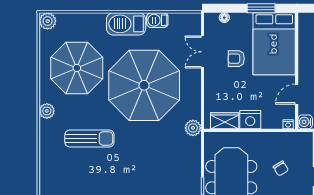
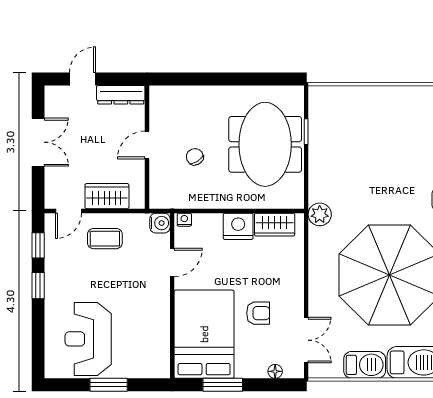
barbecue: (157, 20) -> (365, 365), width x1.38, depth x1.27
double door: (202, 52) -> (306, 340), moved

